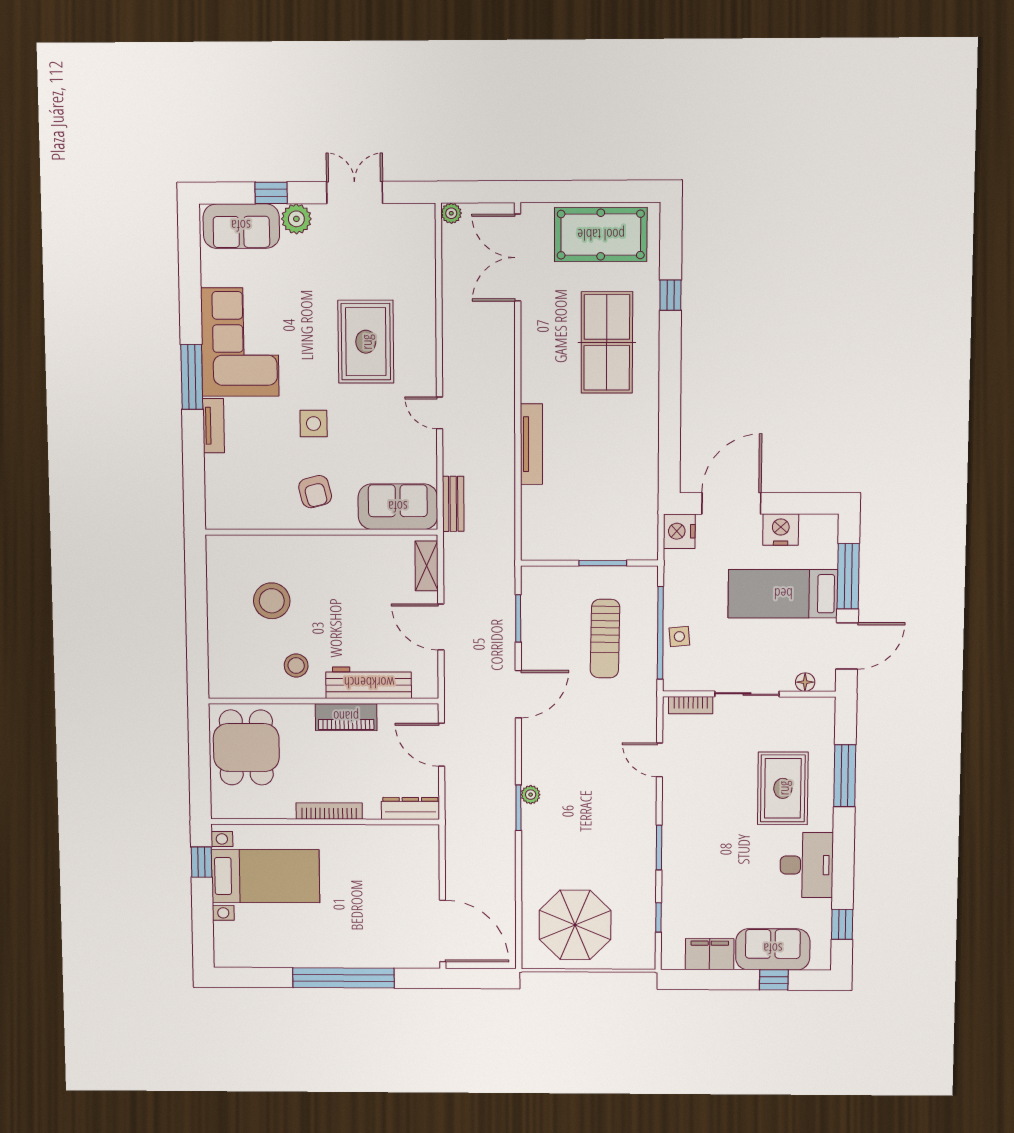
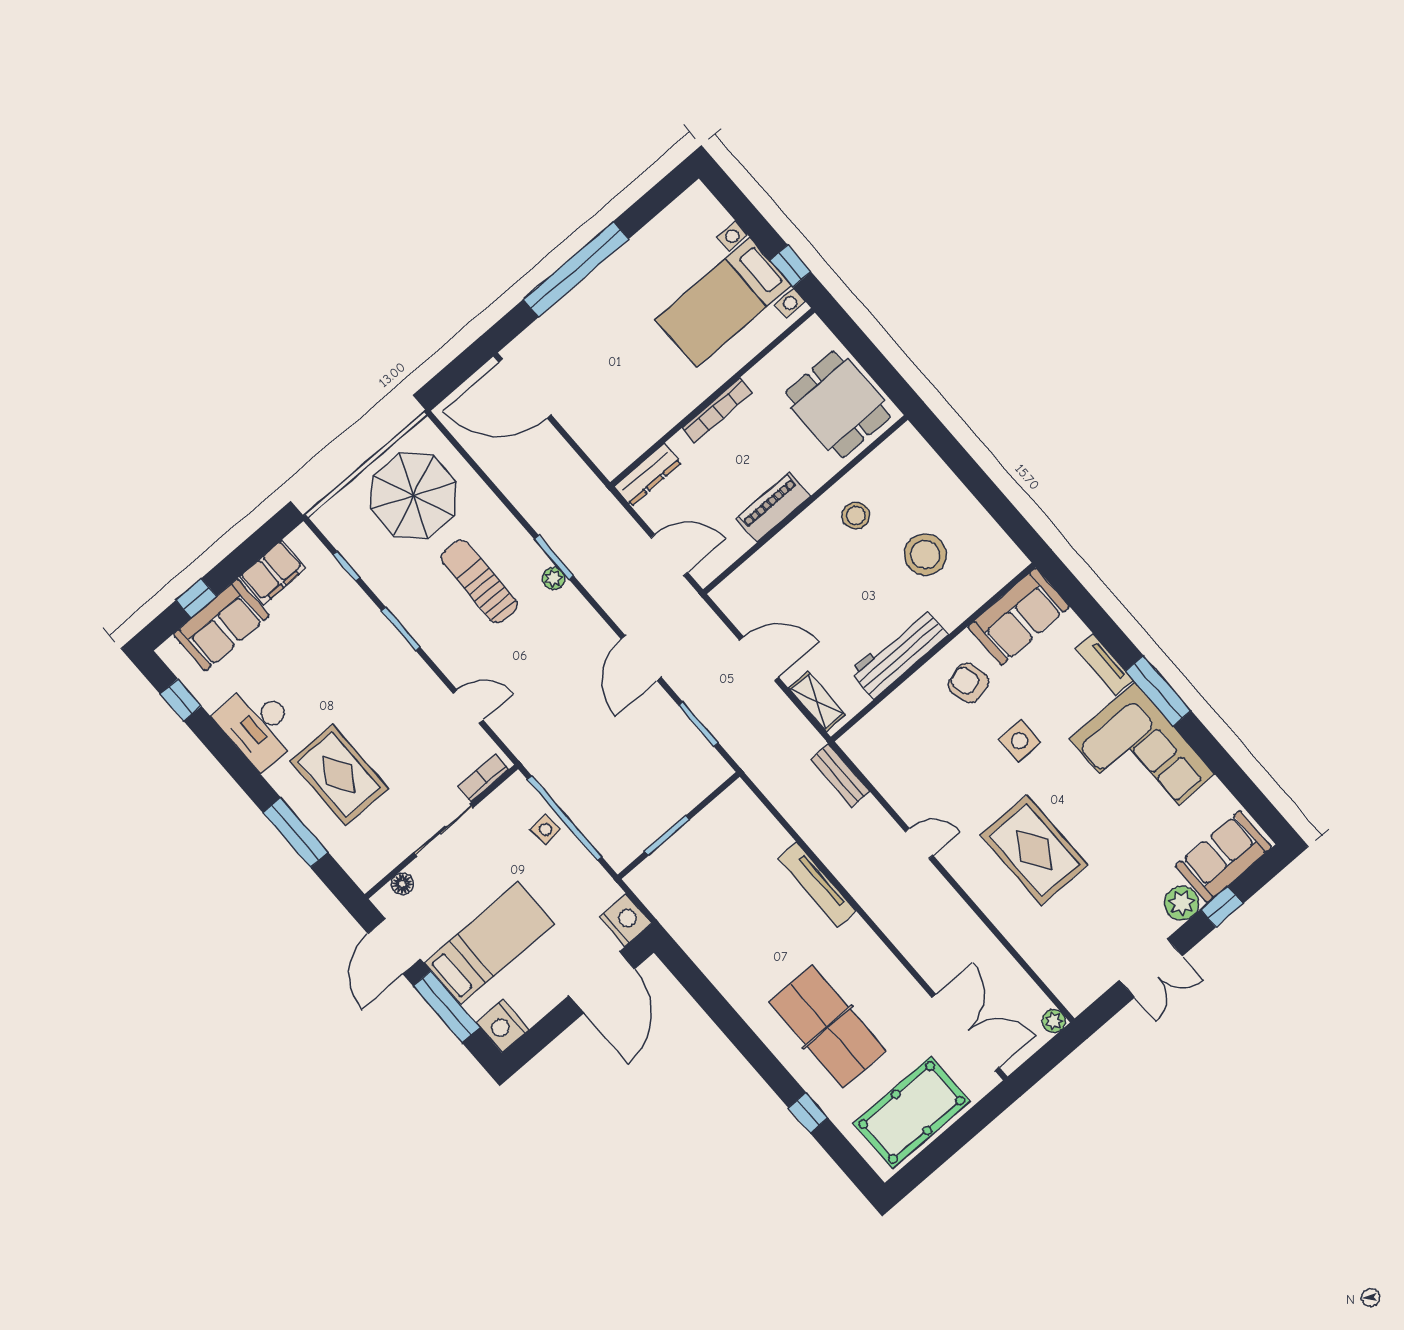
sofa: (398, 507) -> (1019, 617), moved
nightstand: (781, 530) -> (503, 1026), moved, turned 90
sun lounger: (605, 639) -> (479, 581), moved
workbench: (369, 683) -> (899, 654), moved, turned 180

